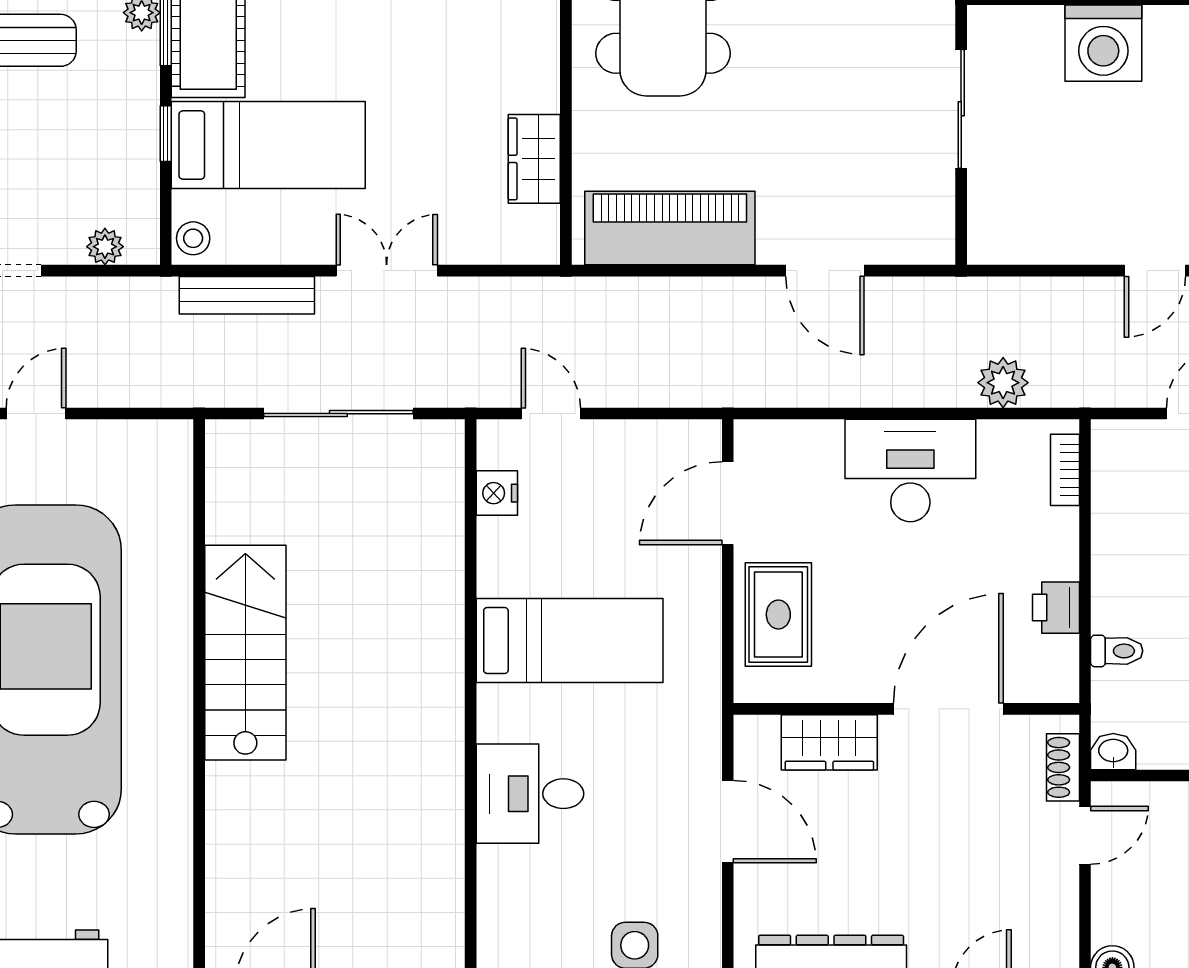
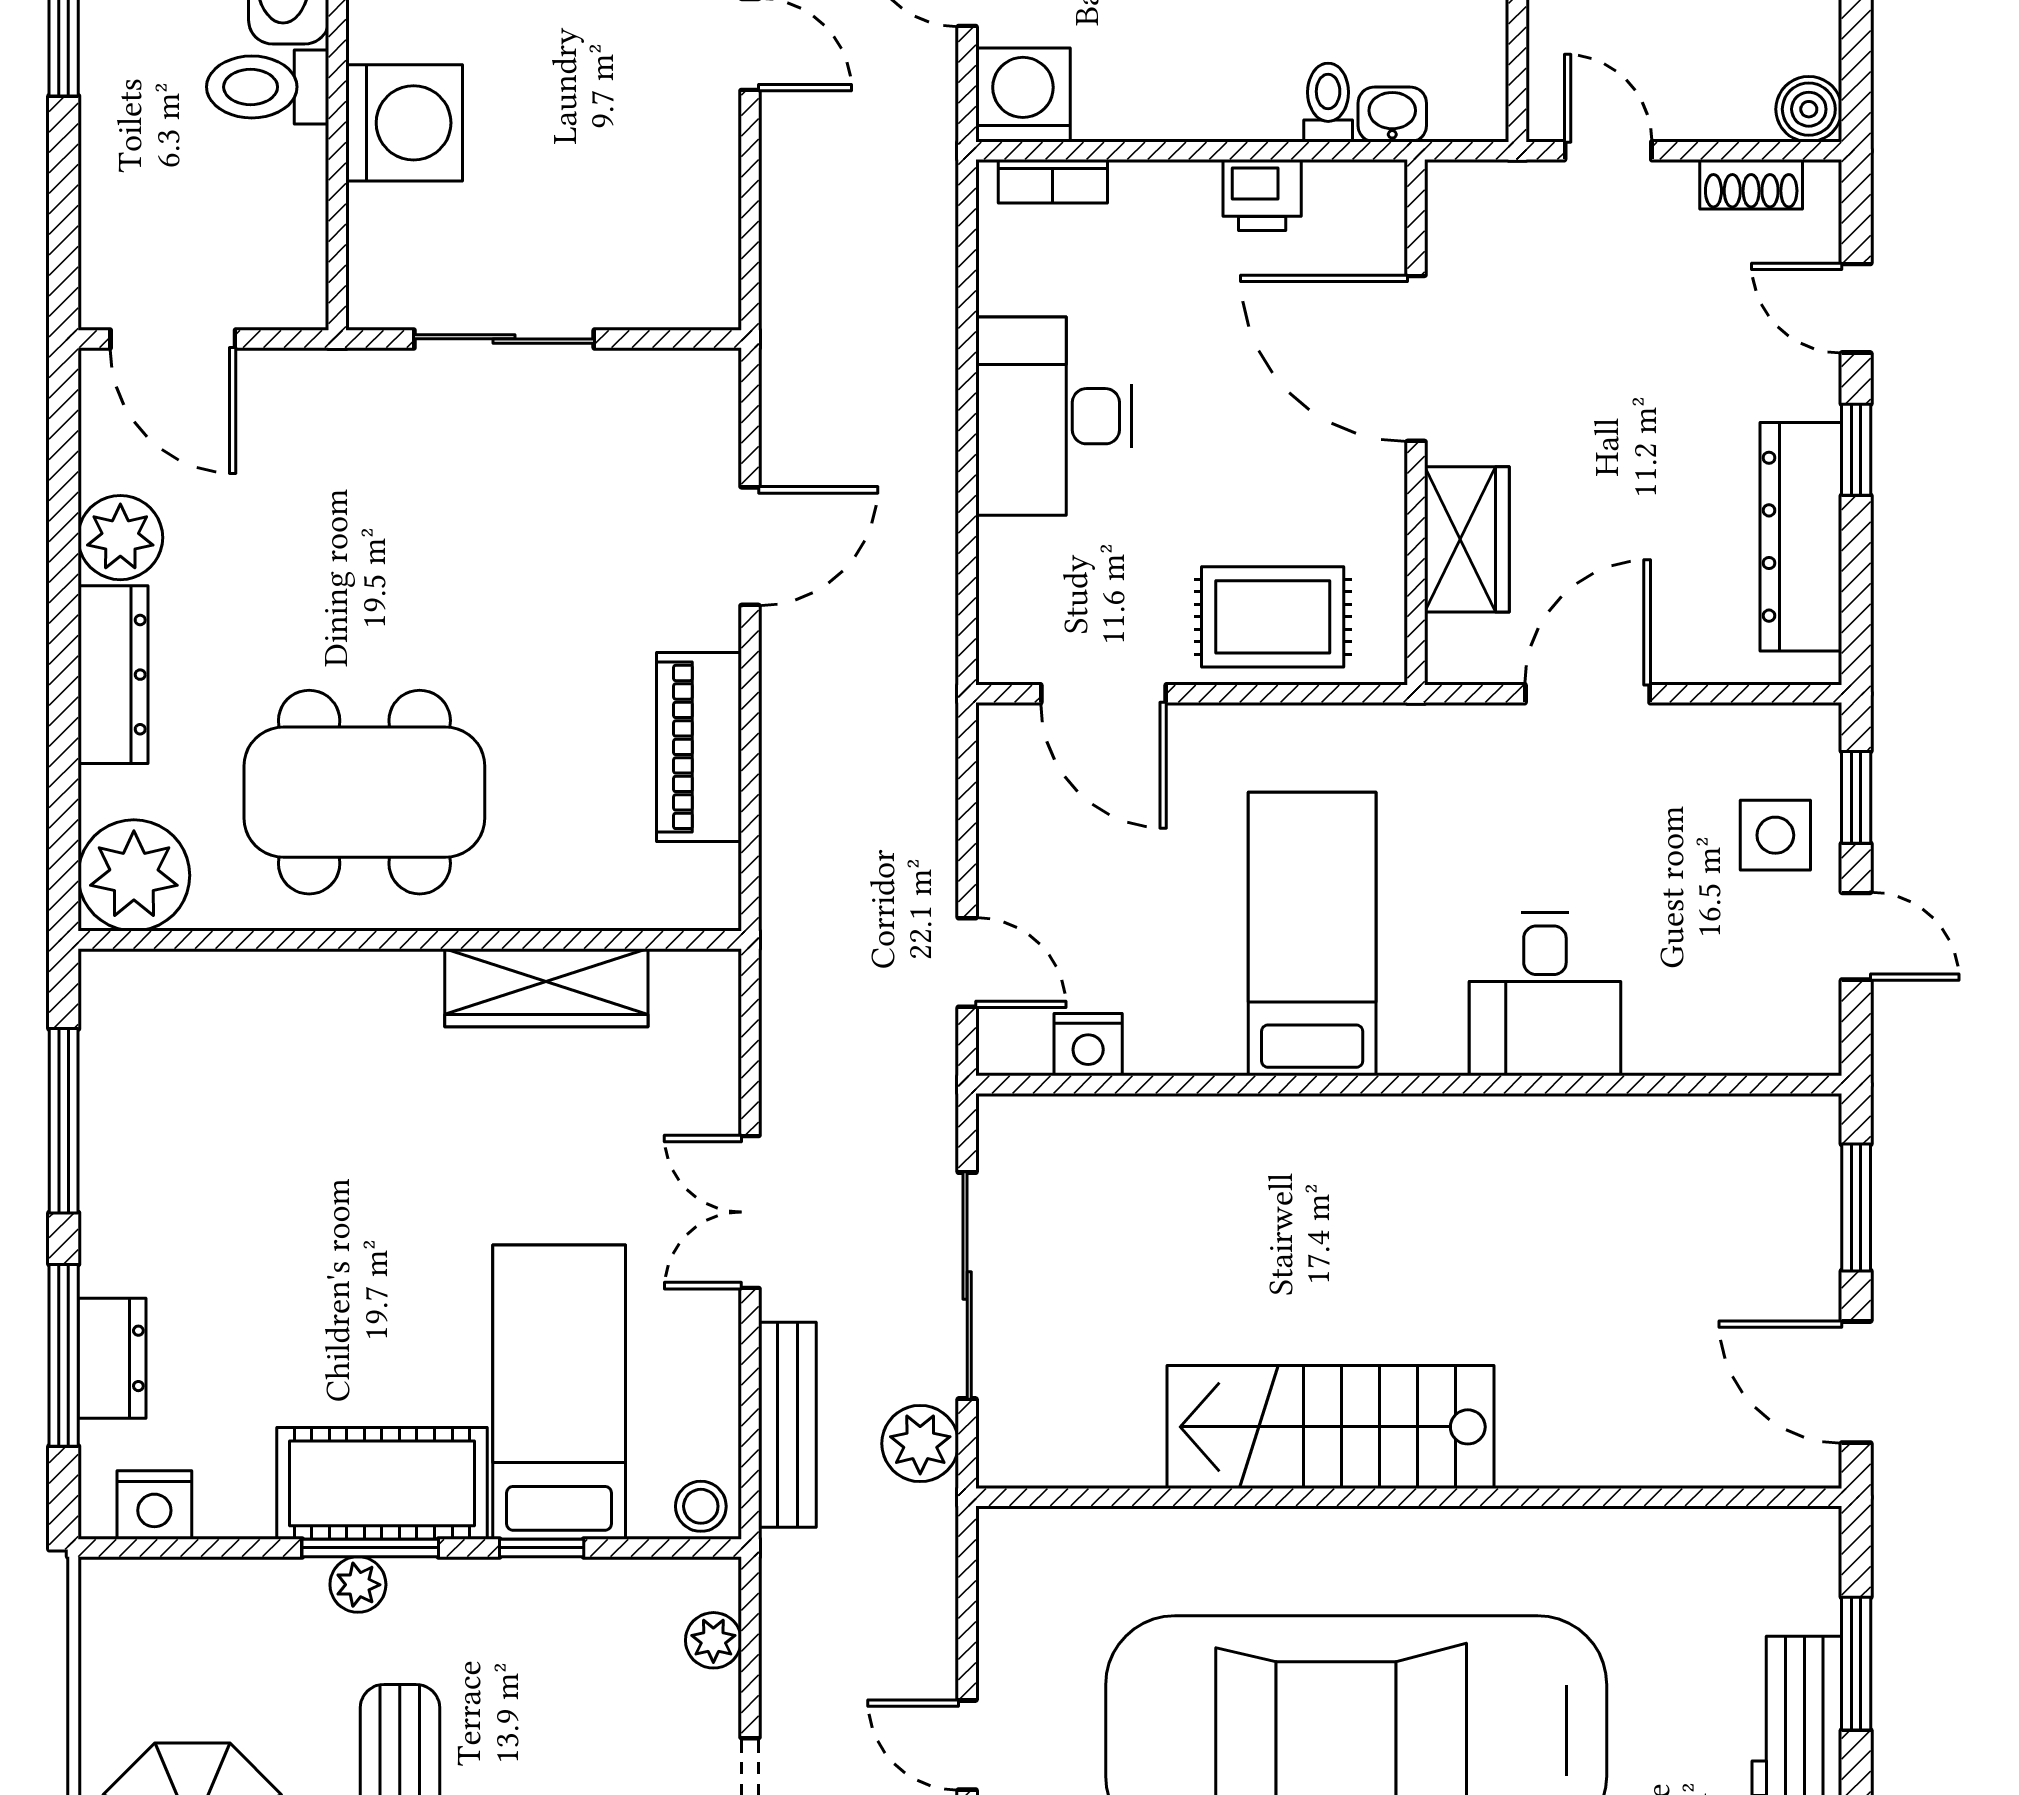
wardrobe: (534, 159) -> (546, 988), width x1.50
piano: (670, 228) -> (699, 747), width x0.73, depth x0.75
plant: (1003, 383) -> (920, 1444), moved
door: (551, 414) -> (967, 963), swing flipped
washing machine: (1122, 450) -> (1023, 95), added
washbasin: (1113, 752) -> (1392, 114), moved, turned 90
shoe rack: (1063, 767) -> (1751, 184), moved

